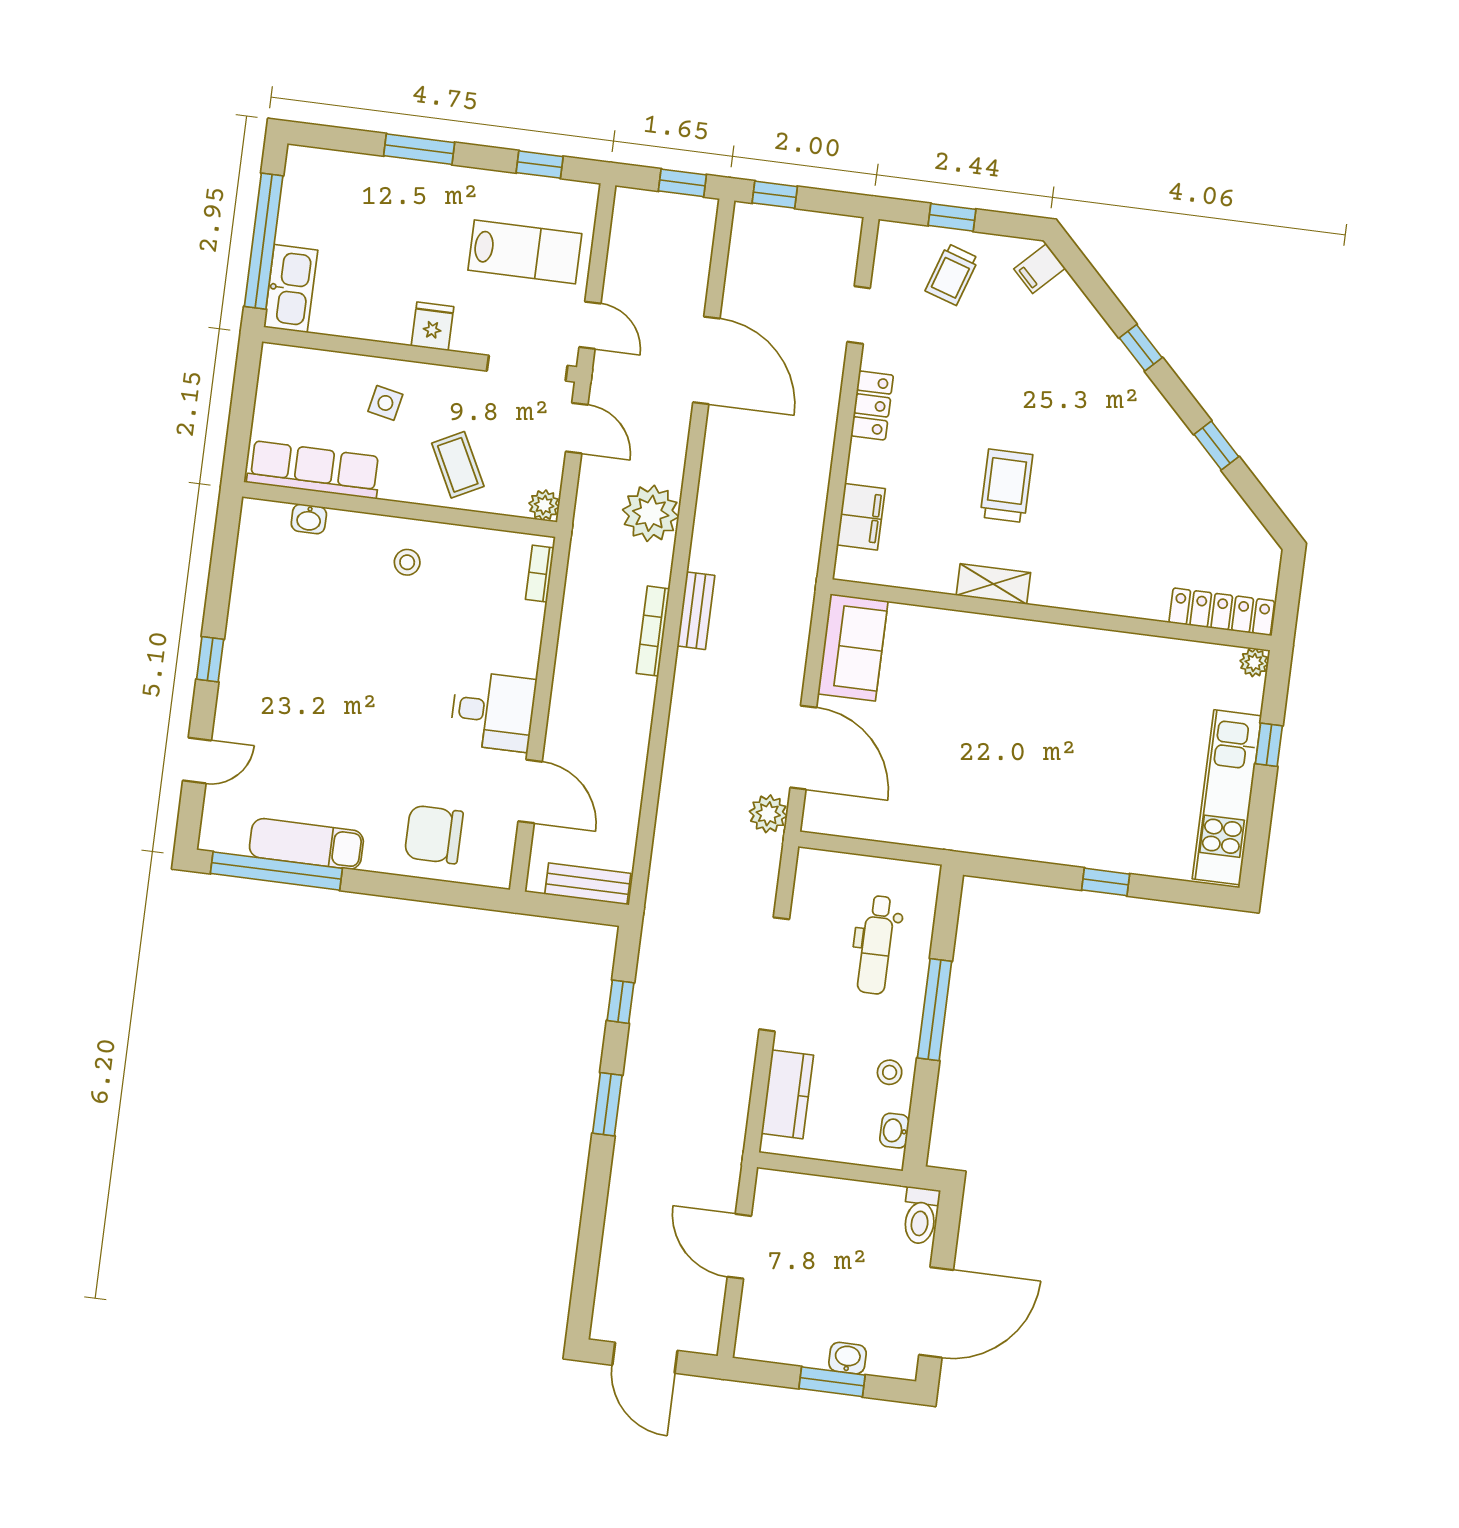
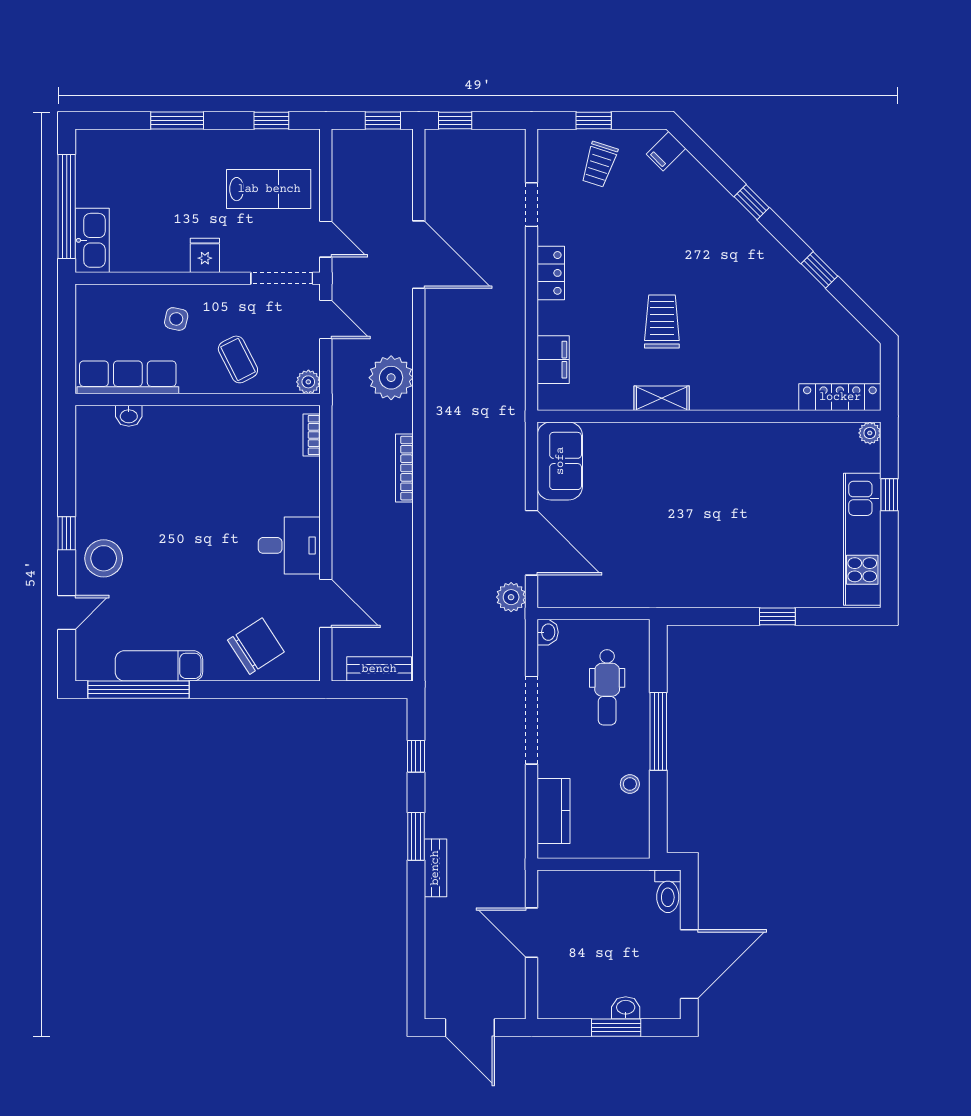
stool: (407, 562) -> (104, 558), moved, width x1.89, depth x1.89
bench: (696, 611) -> (435, 868), moved
chair: (434, 835) -> (256, 646), turned 147
washbasin: (894, 1131) -> (548, 632), moved, turned 180

